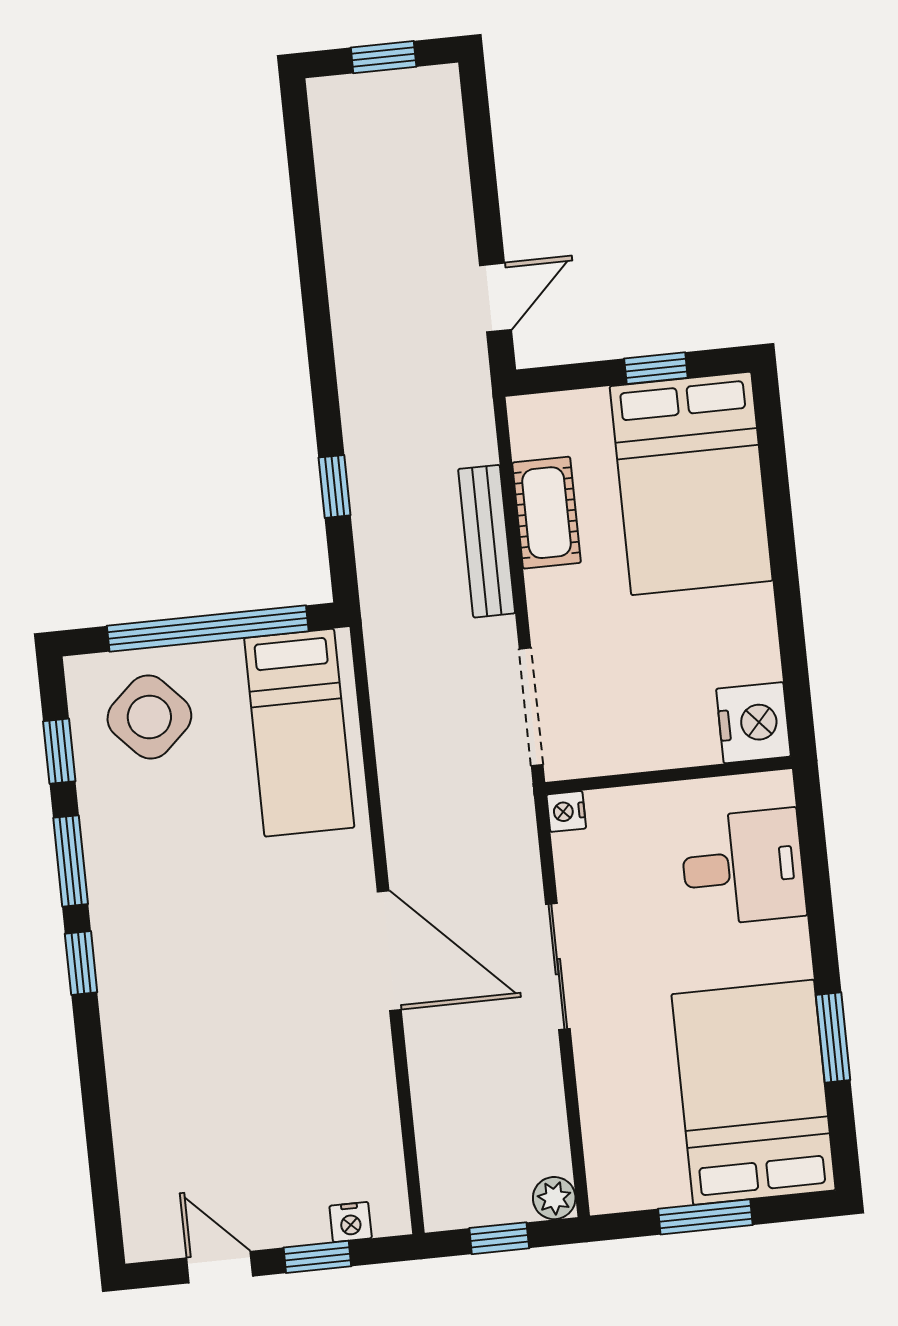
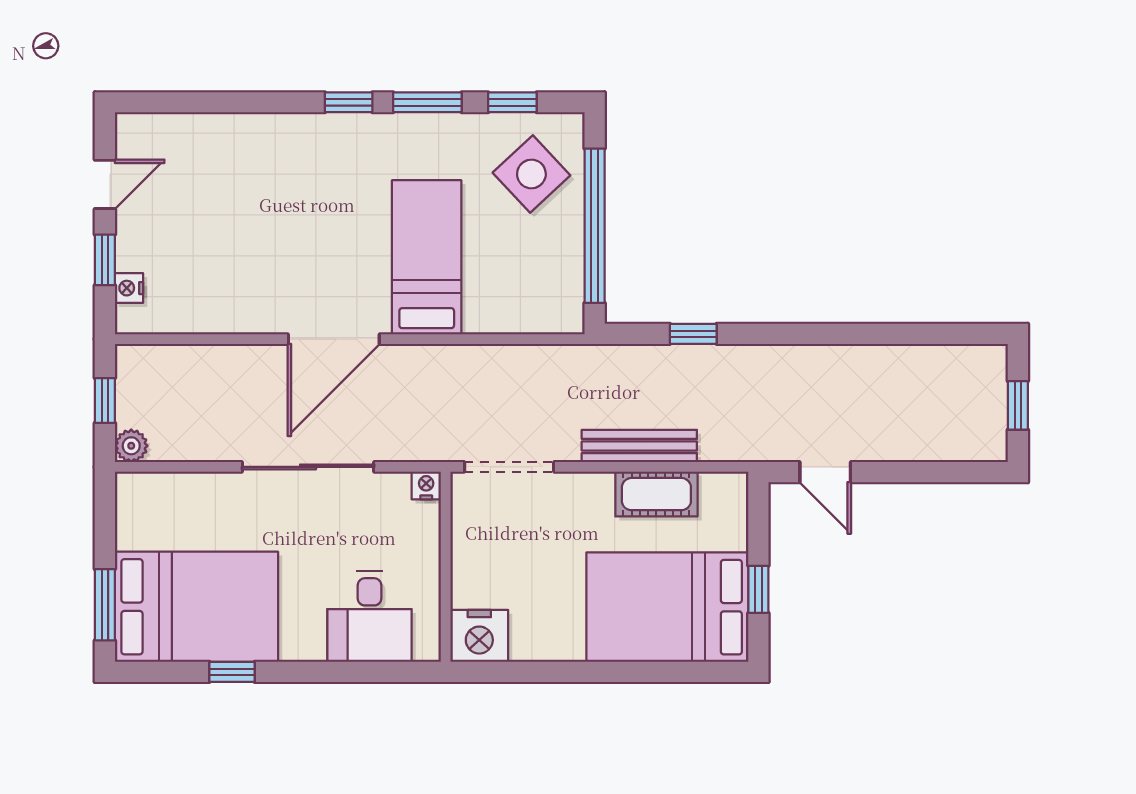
bed: (299, 733) -> (427, 257), moved, turned 90
sliding door: (558, 967) -> (308, 467), width x1.37
window: (833, 1038) -> (232, 672), width x0.67
window: (705, 1217) -> (105, 605), moved

